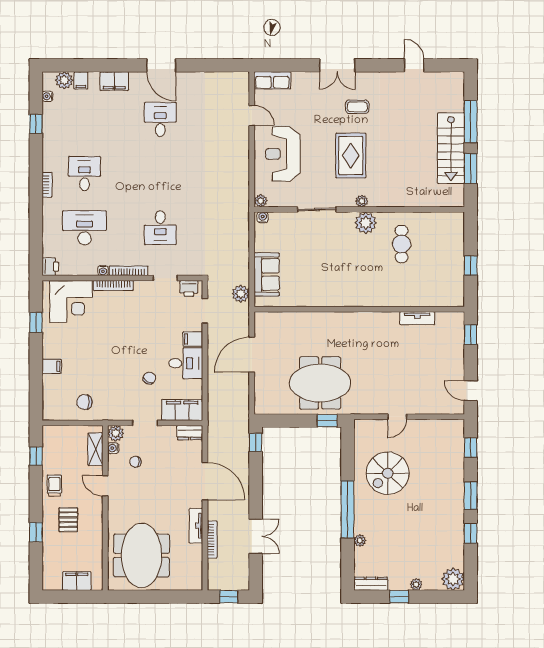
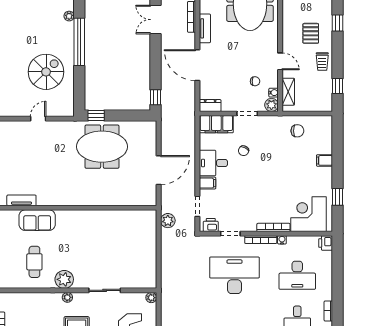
water cooler: (263, 217) -> (150, 284), removed
desk: (160, 228) -> (234, 275), width x1.87, depth x1.30
sofa: (267, 275) -> (37, 220), moved, turned -90

